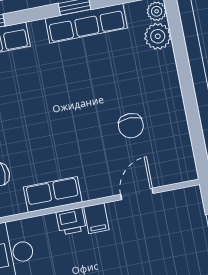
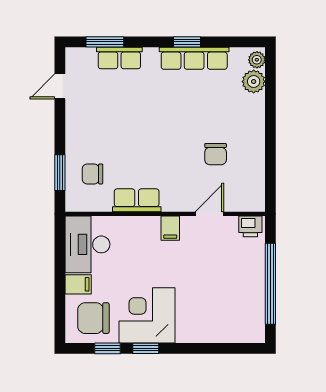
printer: (71, 221) -> (250, 226), moved

